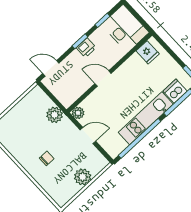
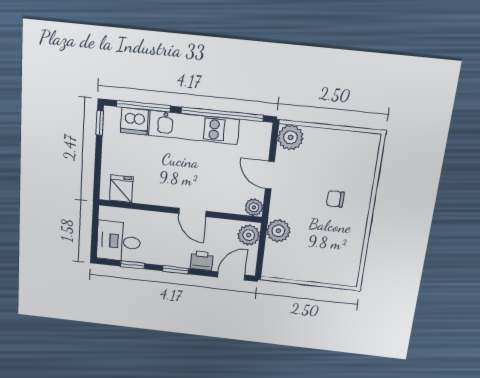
desk: (125, 29) -> (119, 241), width x0.73
printer: (86, 48) -> (202, 261), moved
door: (51, 68) -> (231, 276), swing flipped
plant: (65, 97) -> (249, 235), added
plant: (83, 177) -> (290, 137), moved

